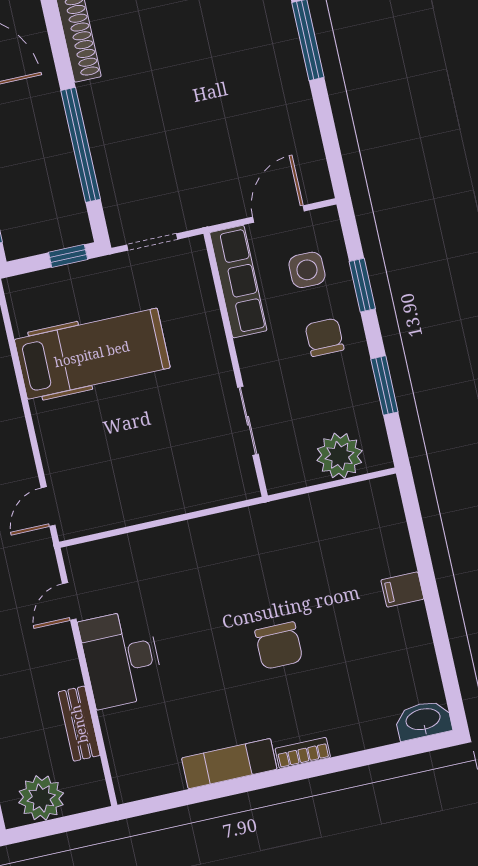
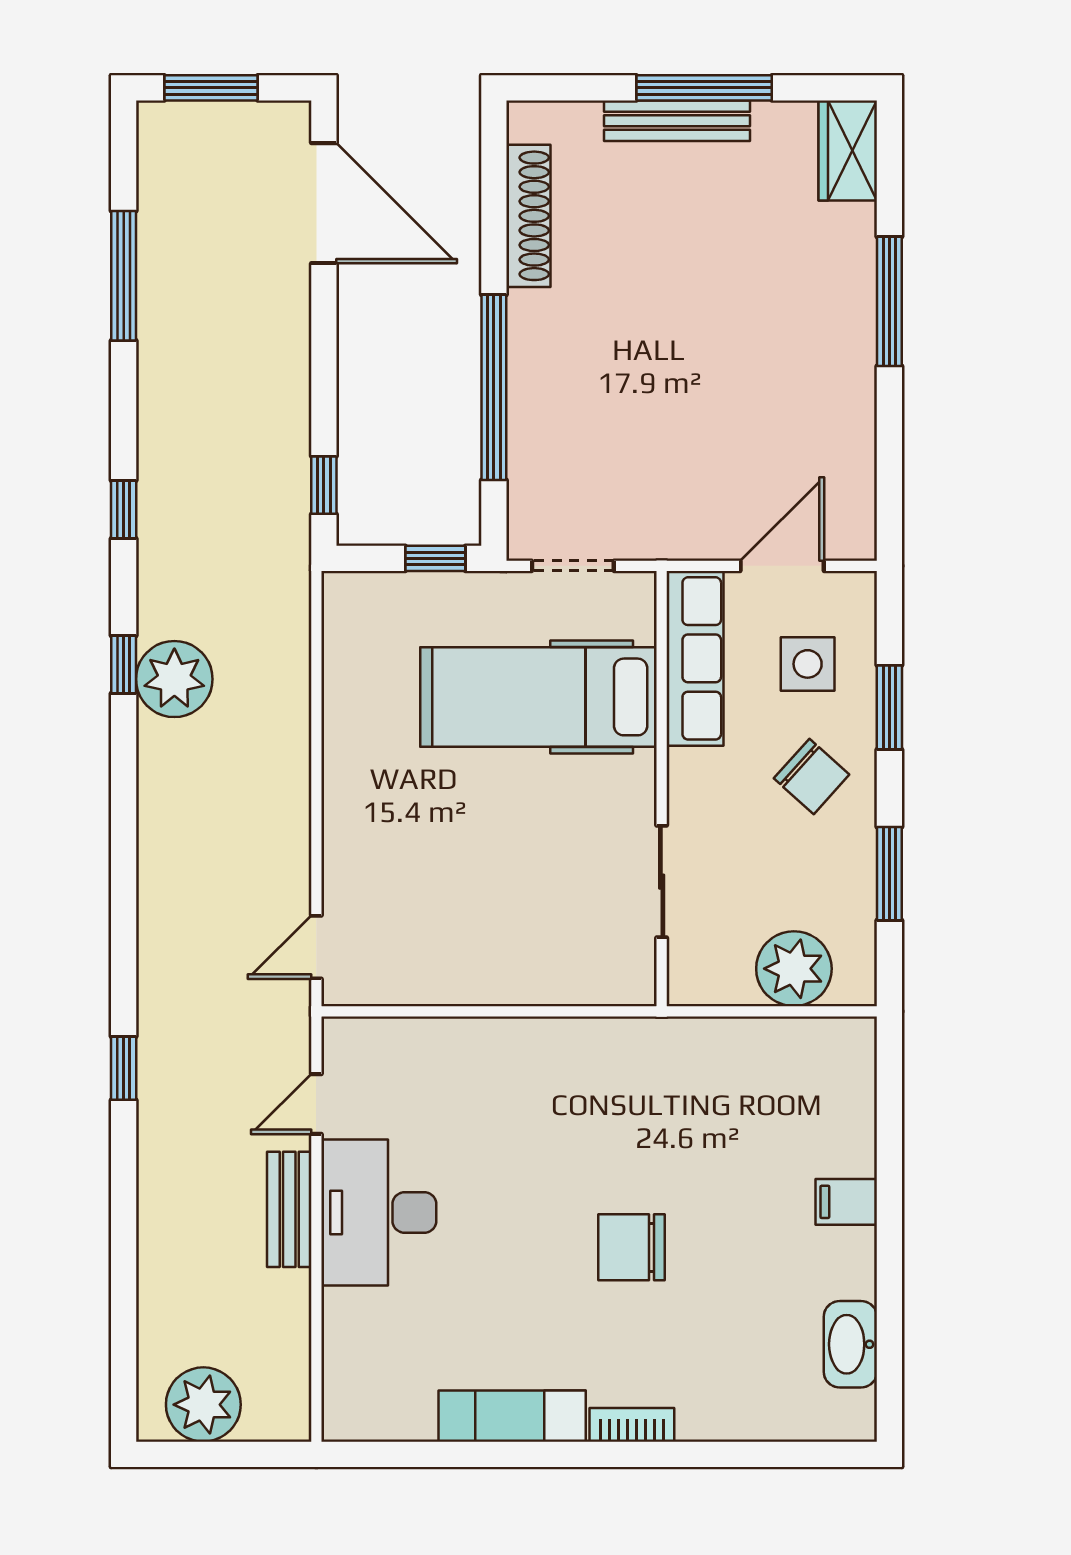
chair: (324, 337) -> (812, 776), turned 132
hospital bed: (92, 354) -> (538, 697), moved, turned 180
chair: (279, 646) -> (632, 1247), turned 90
washbasin: (423, 720) -> (850, 1344), moved, turned -90
bench: (79, 724) -> (289, 1209), moved

